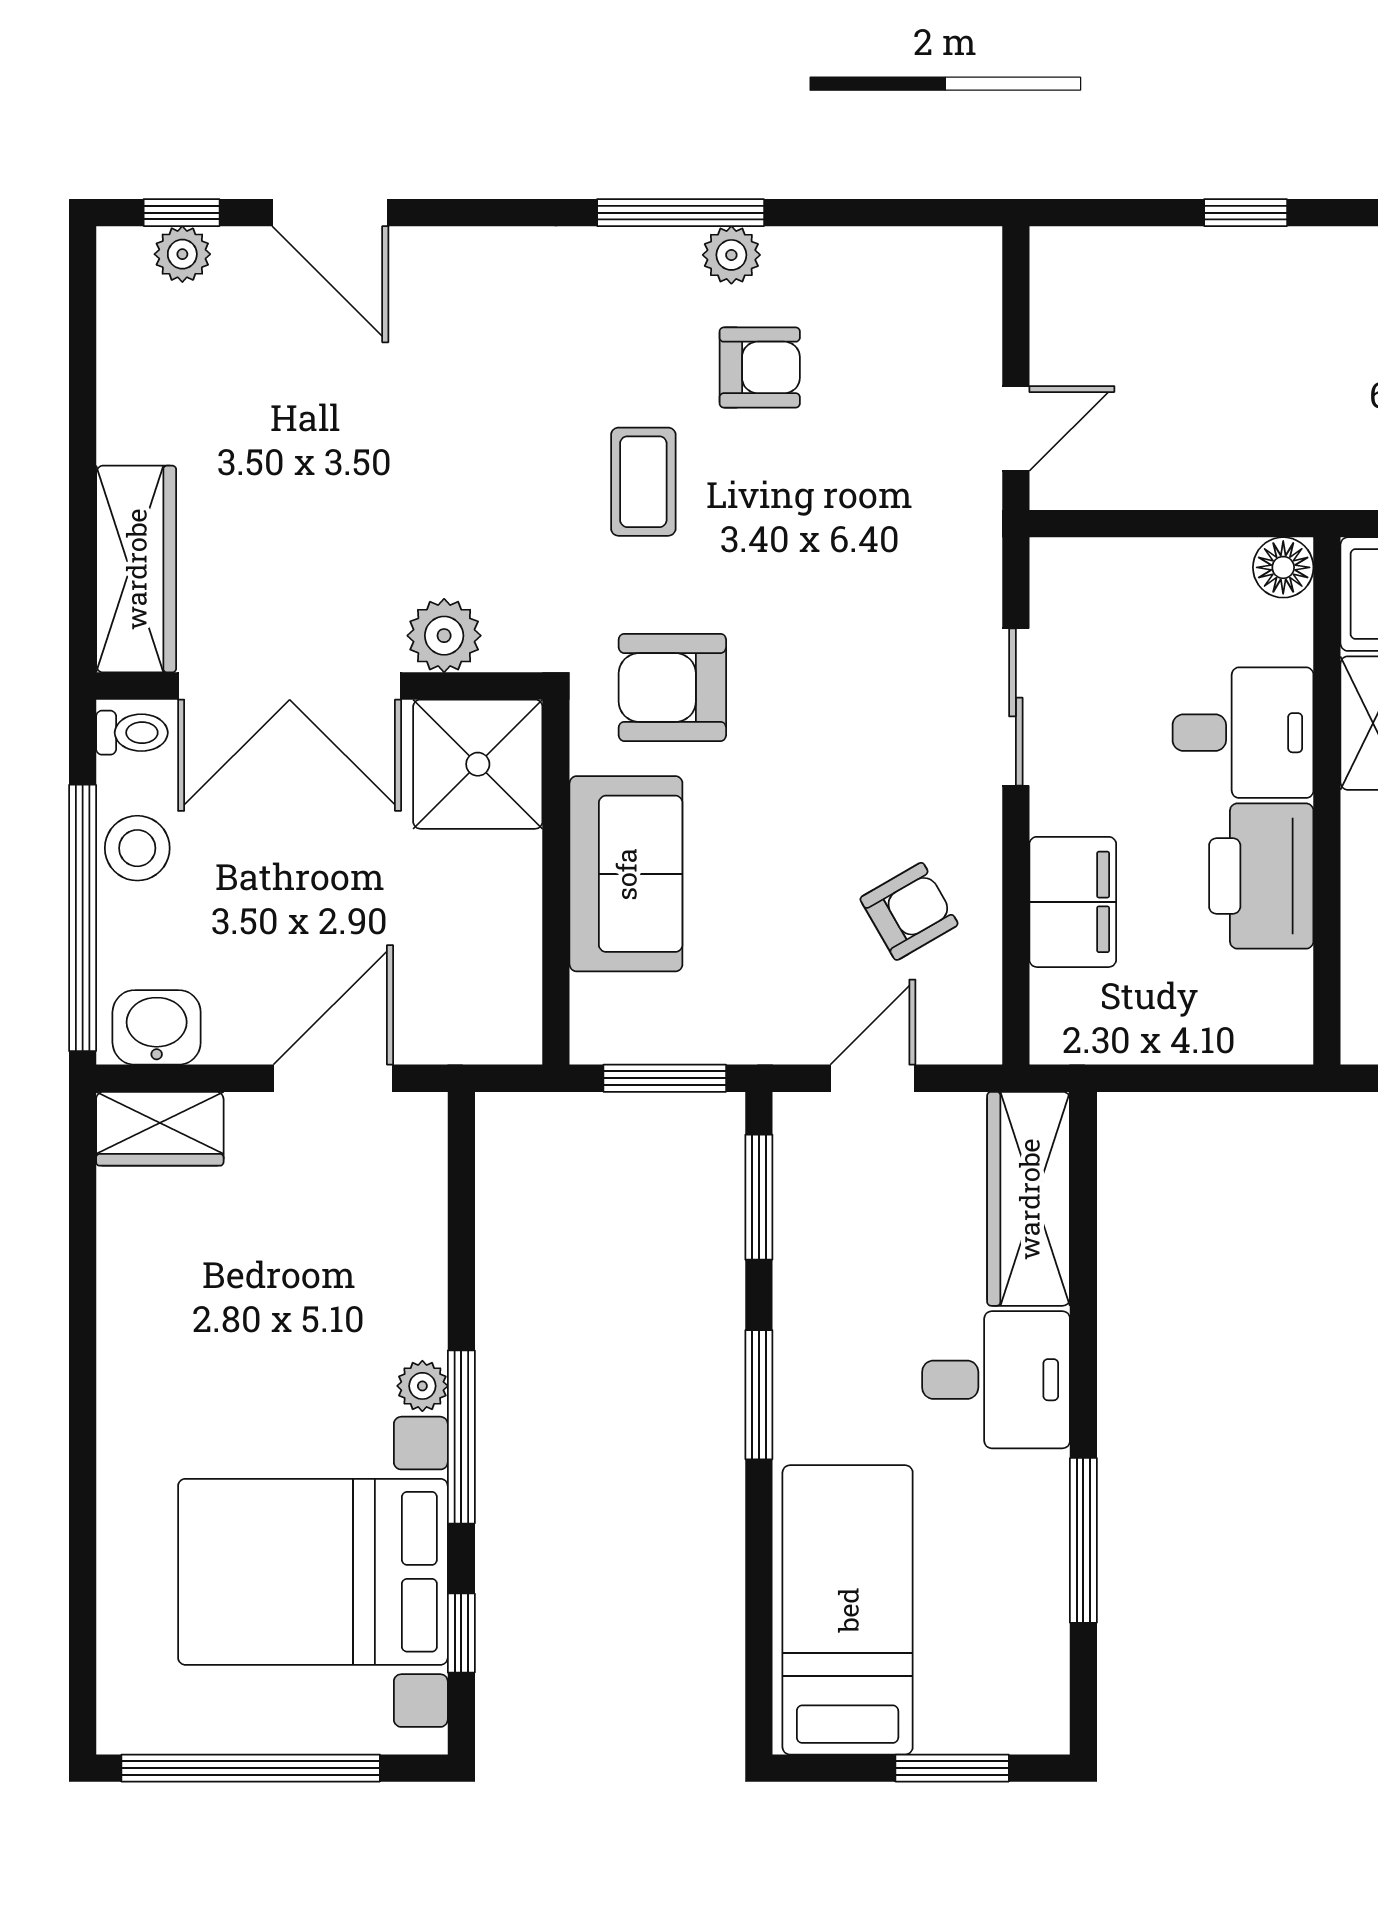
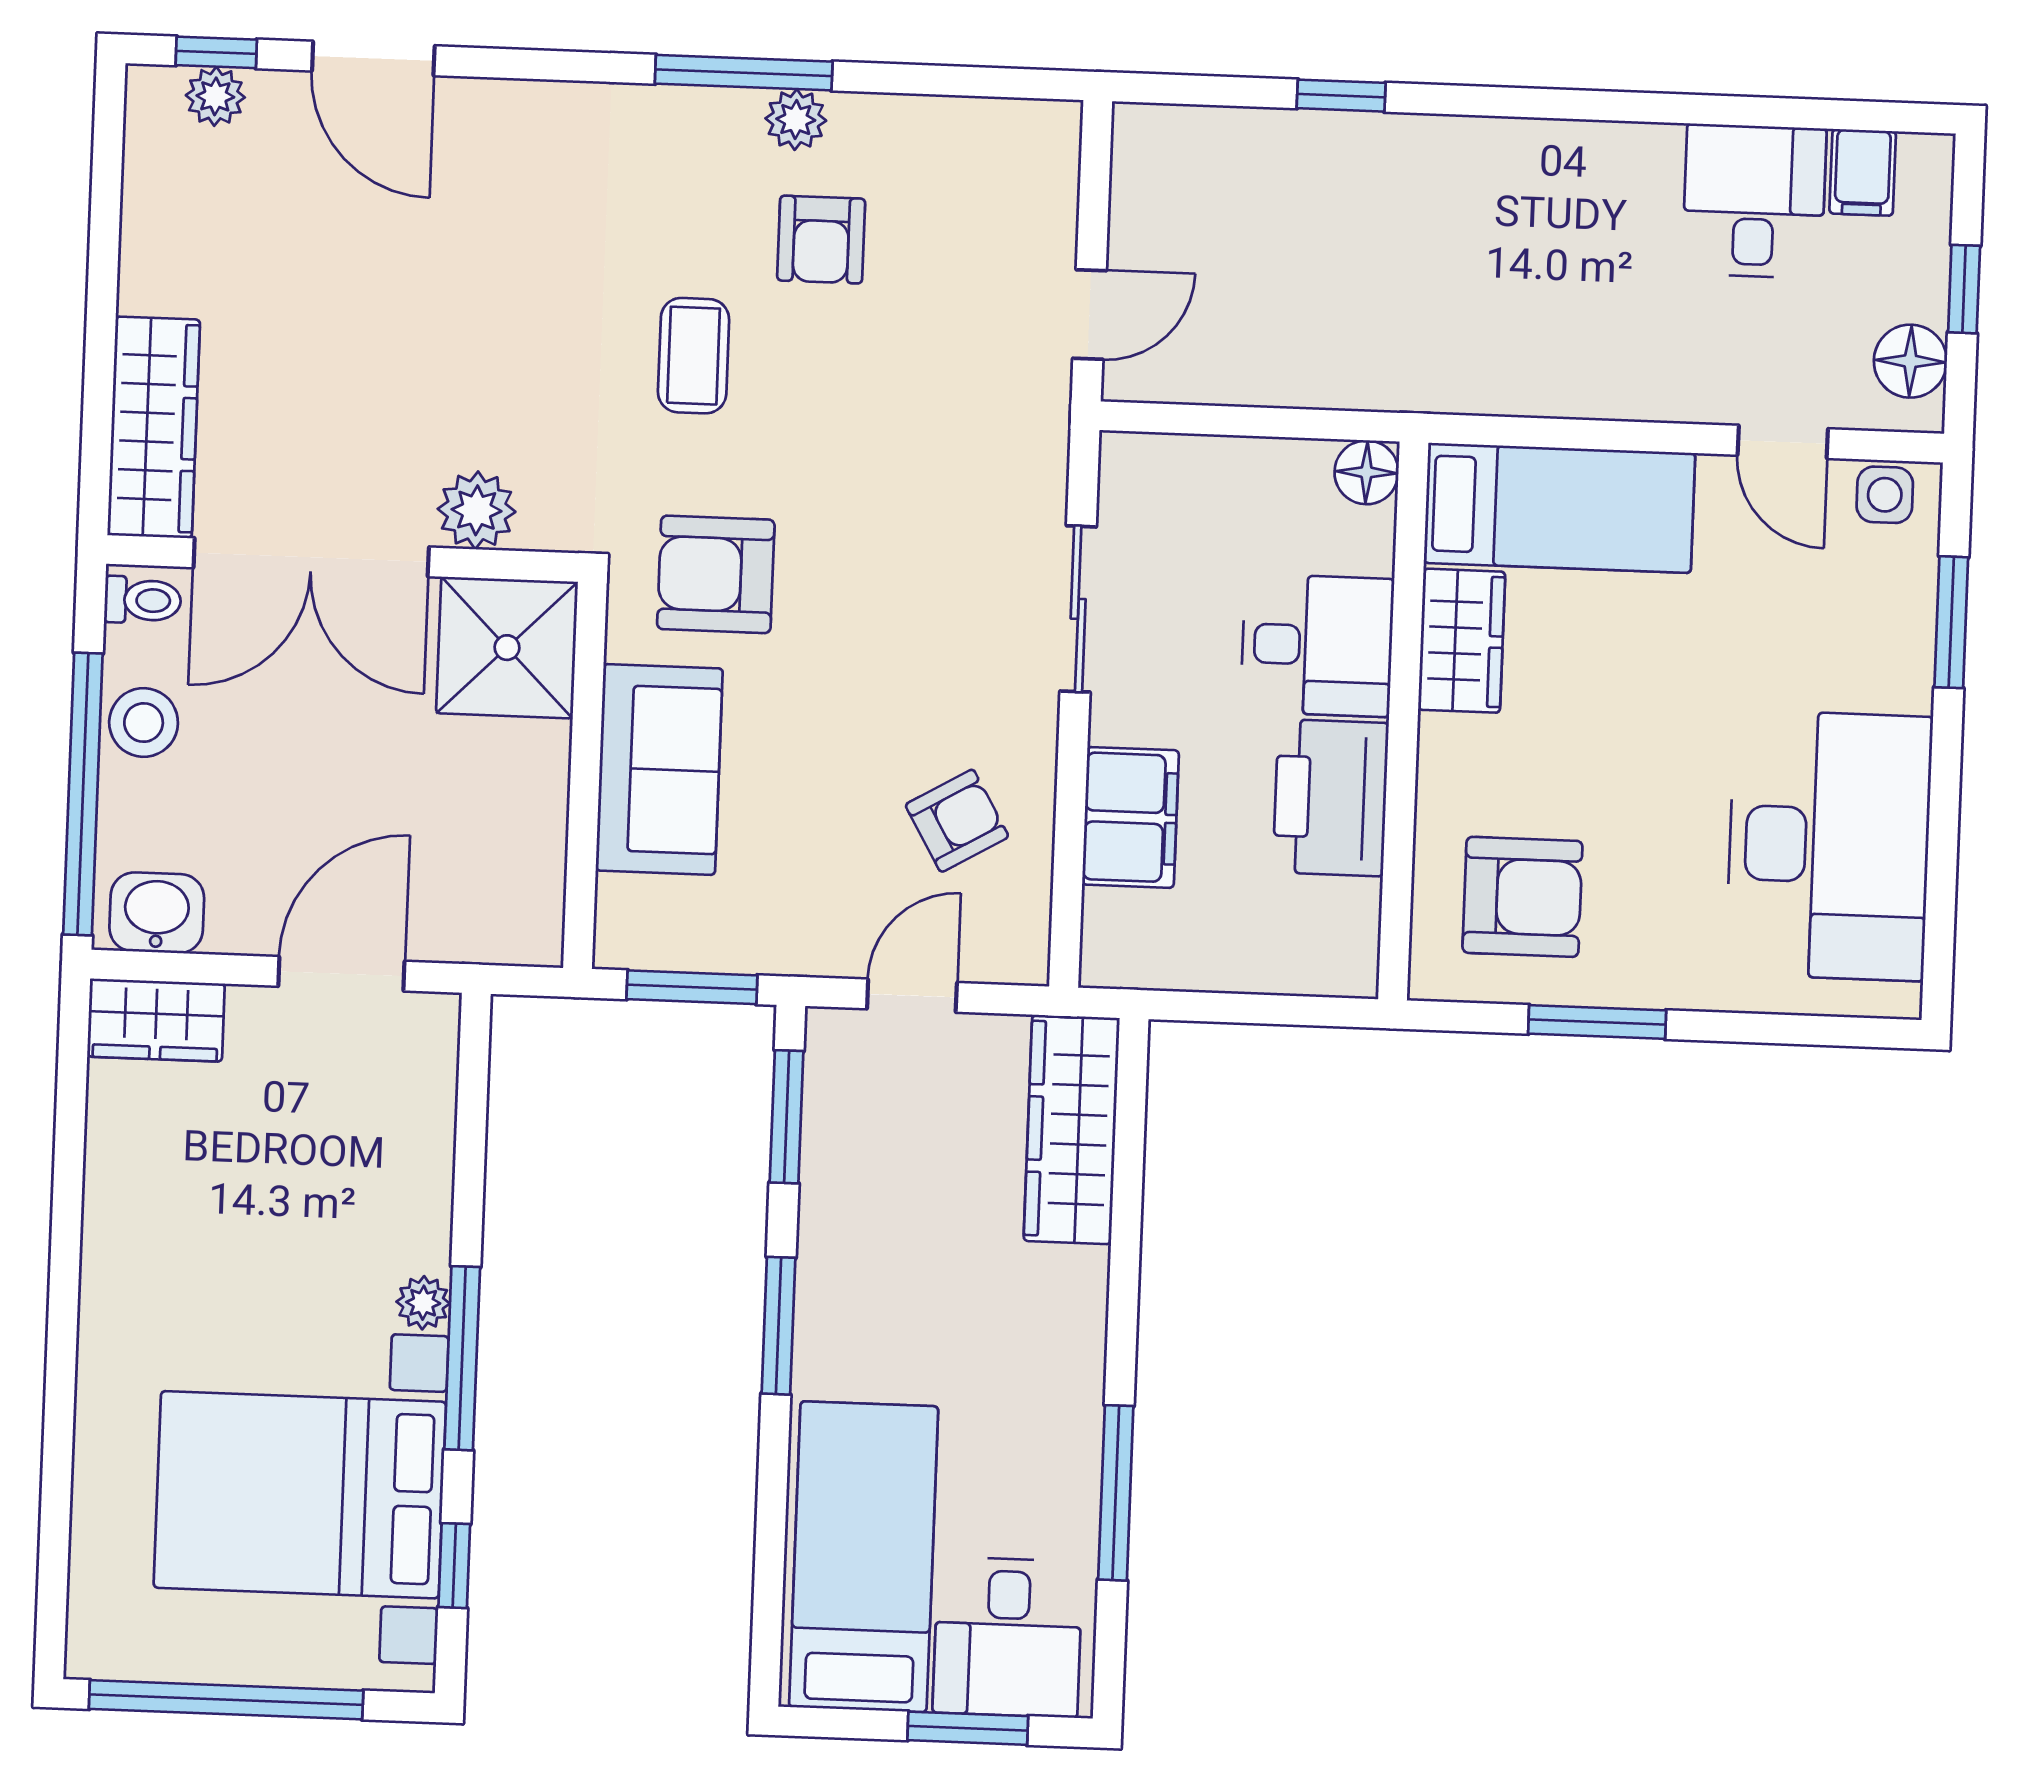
armchair: (760, 367) -> (821, 240), turned 90
desk: (996, 1380) -> (1008, 1637), moved, turned 90

